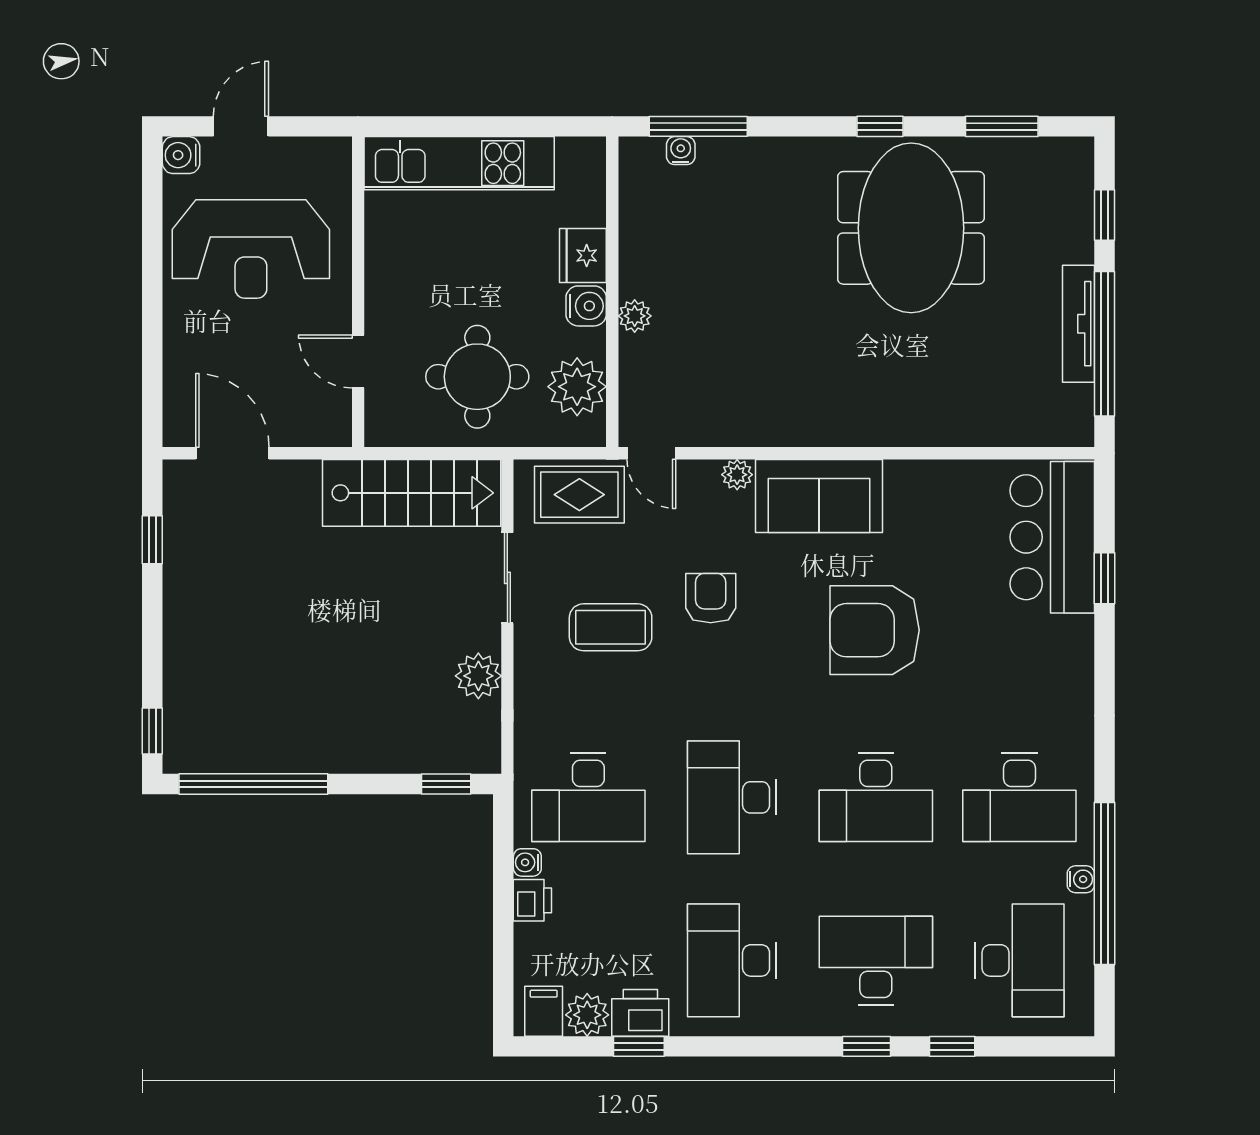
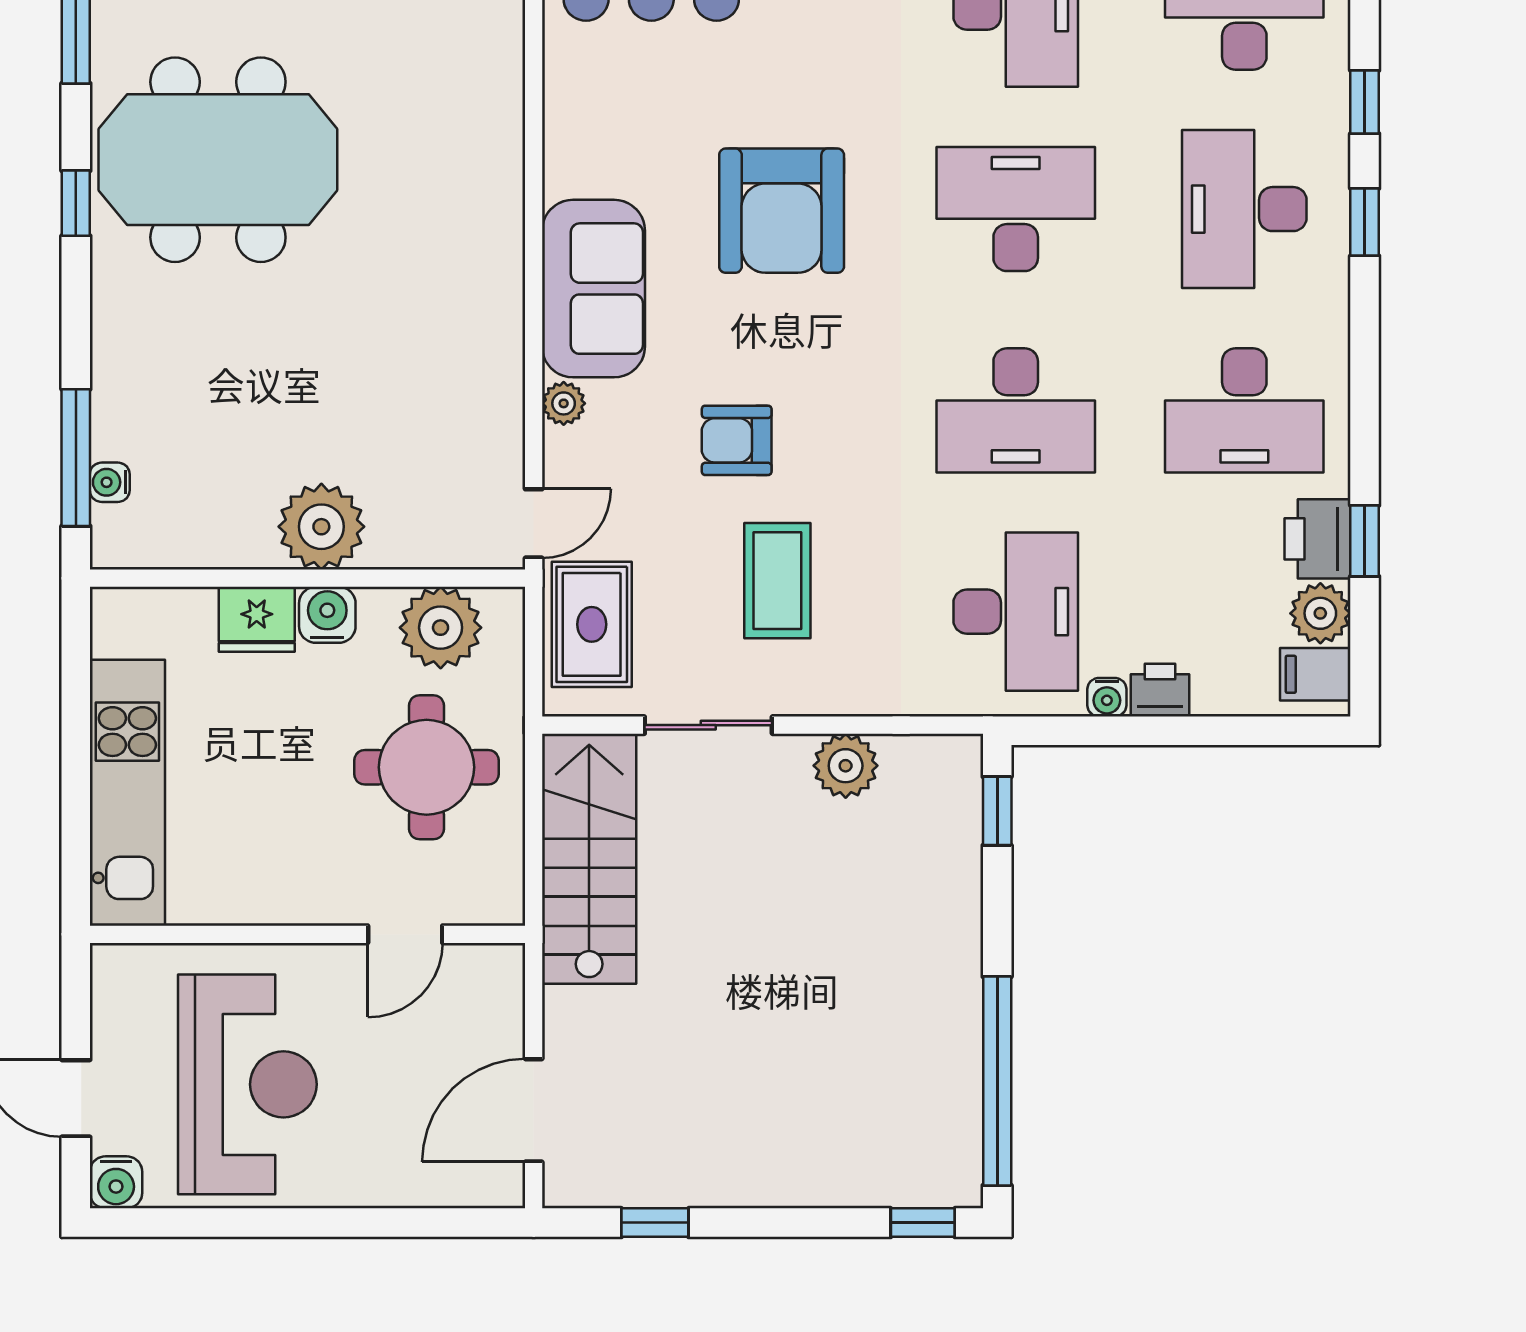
plant: (635, 316) -> (321, 527), width x1.87, depth x1.87
desk: (876, 797) -> (1016, 209), turned -90

